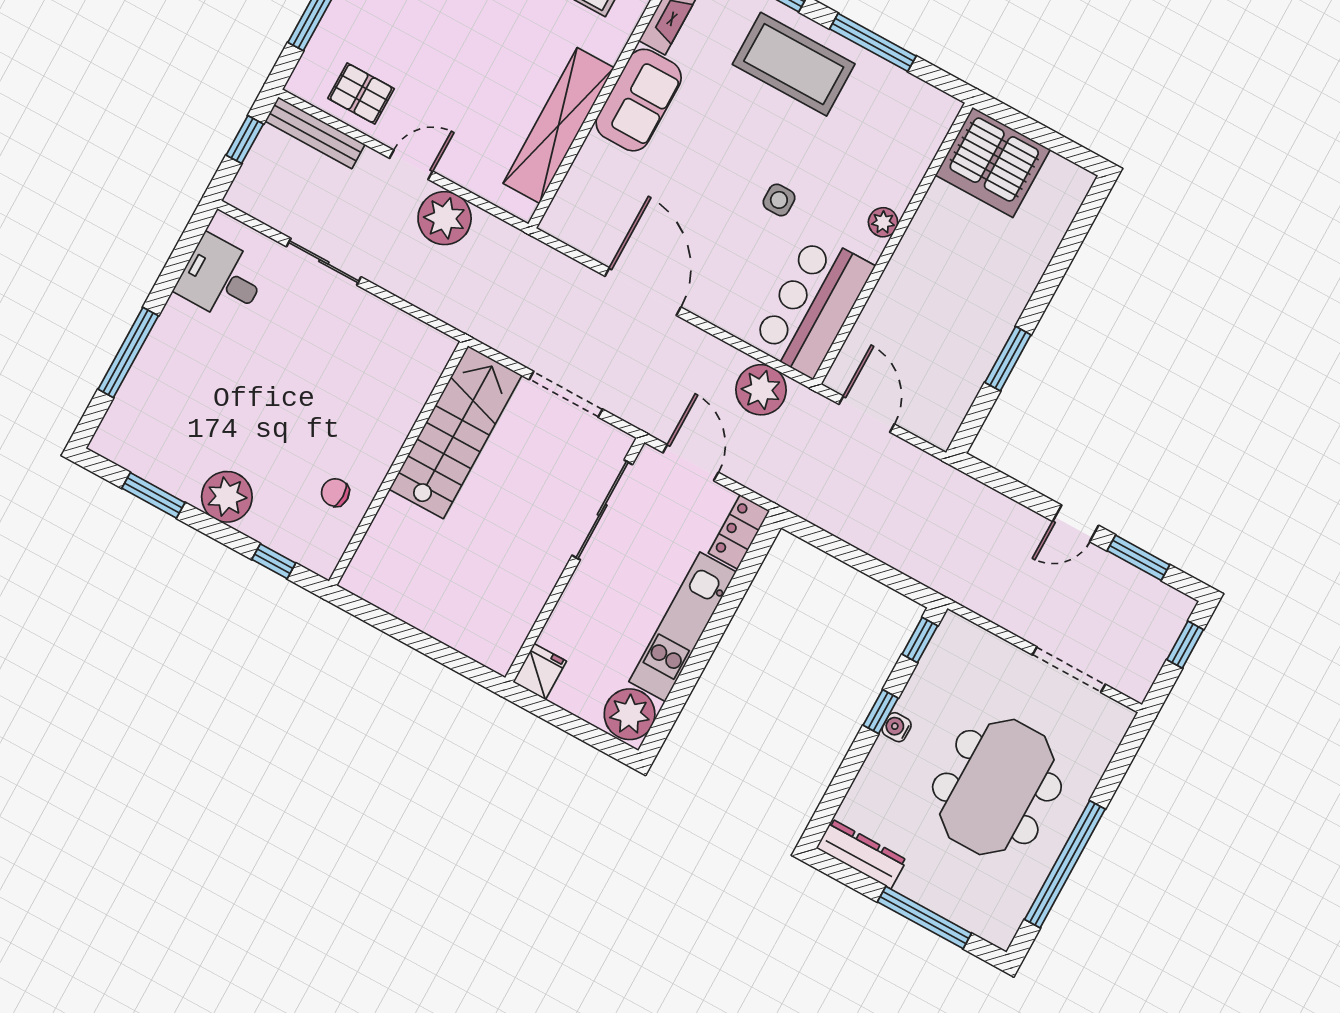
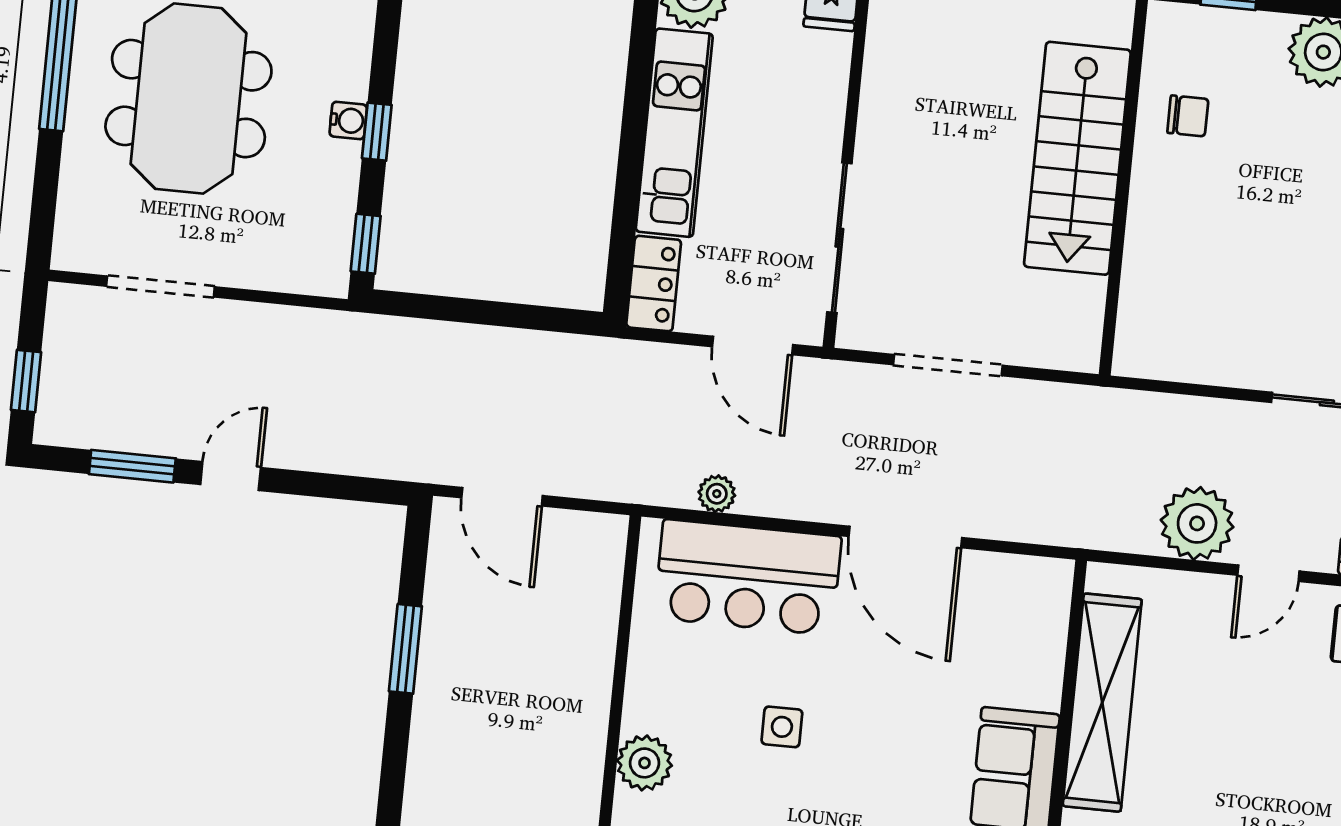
plant: (883, 222) -> (644, 763), width x1.38, depth x1.38
bar counter: (813, 306) -> (748, 577), moved, turned 90
plant: (761, 390) -> (717, 494), width x0.53, depth x0.53
door: (867, 414) -> (502, 497), moved
stairs: (456, 432) -> (1077, 158), moved

